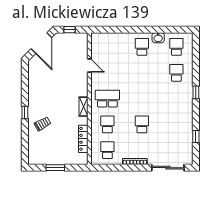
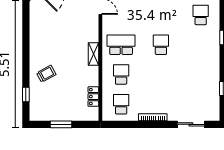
window: (25, 113) -> (26, 95), moved
school desk: (142, 124) -> (161, 45), moved
locker: (83, 139) -> (93, 97), width x0.66
sliding door: (168, 168) -> (191, 124), width x0.73

